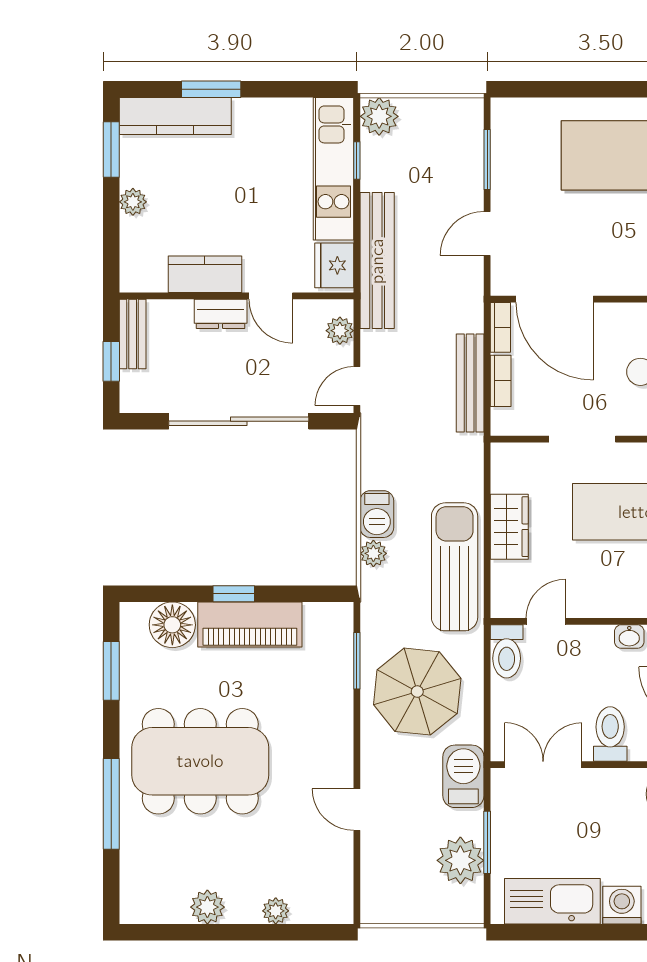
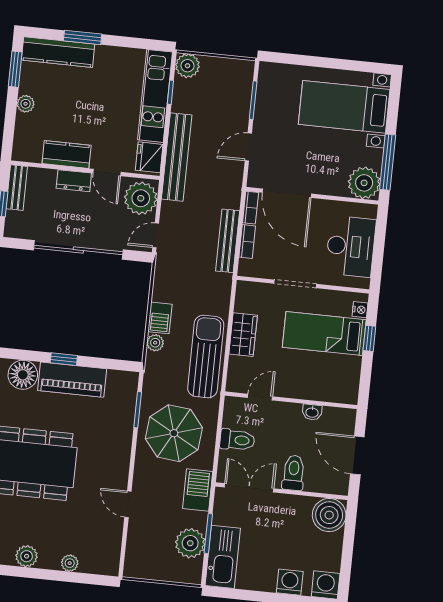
plant: (340, 331) -> (141, 198), width x1.88, depth x1.88
toilet: (507, 651) -> (237, 440), moved, turned -90
kitchen sink: (552, 901) -> (223, 557), moved, turned 90

